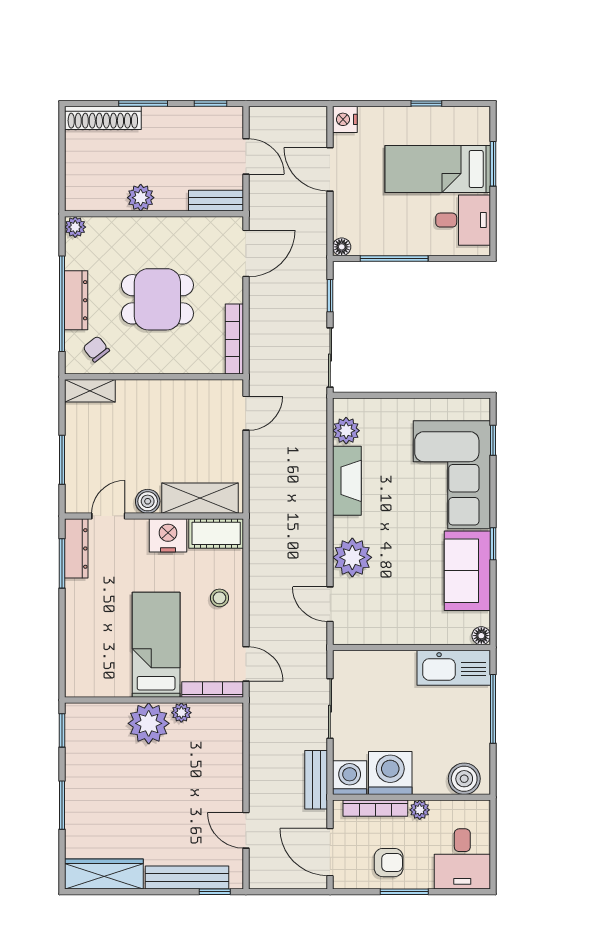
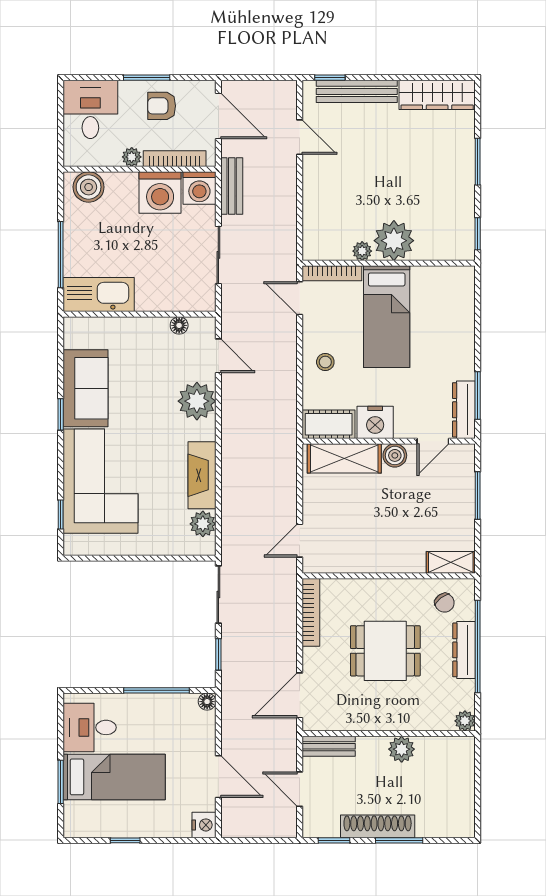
shoe rack: (103, 118) -> (378, 826), moved
floor lamp: (481, 636) -> (179, 325), moved

